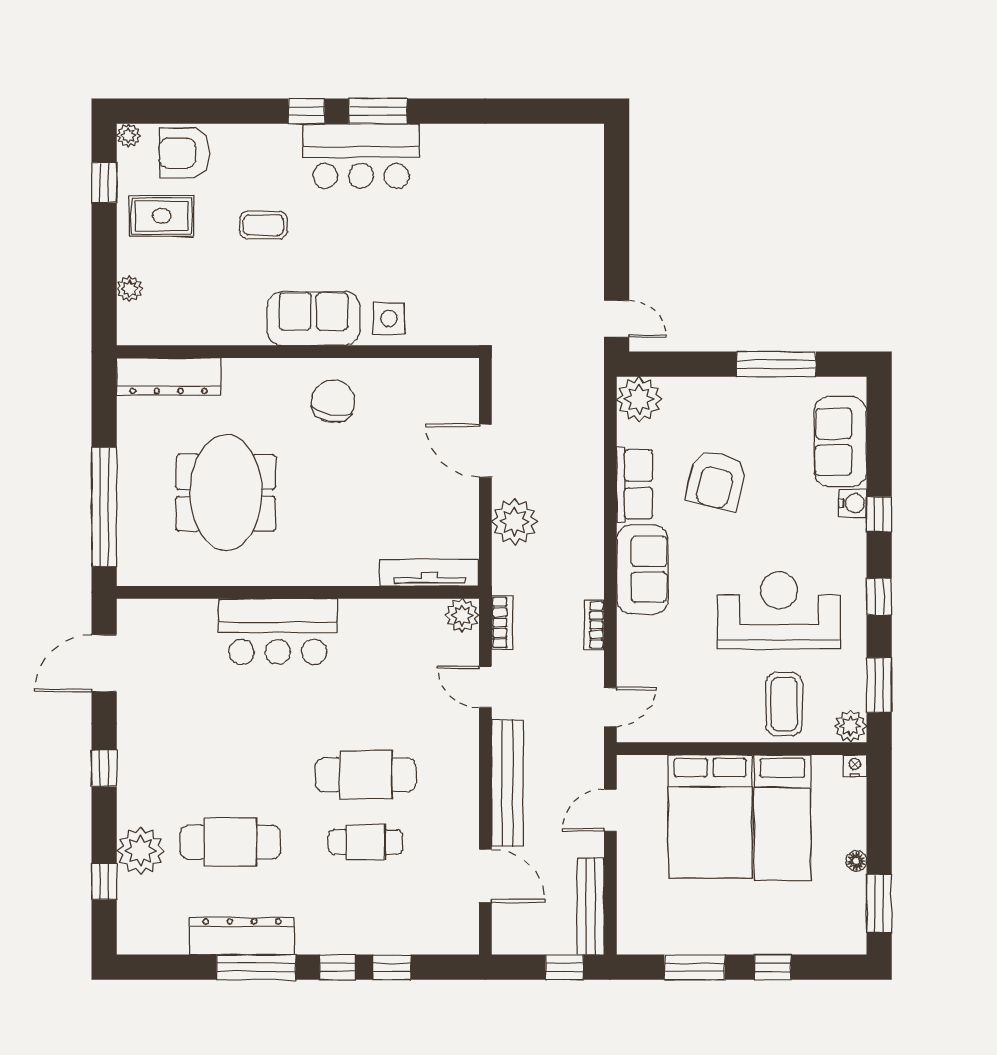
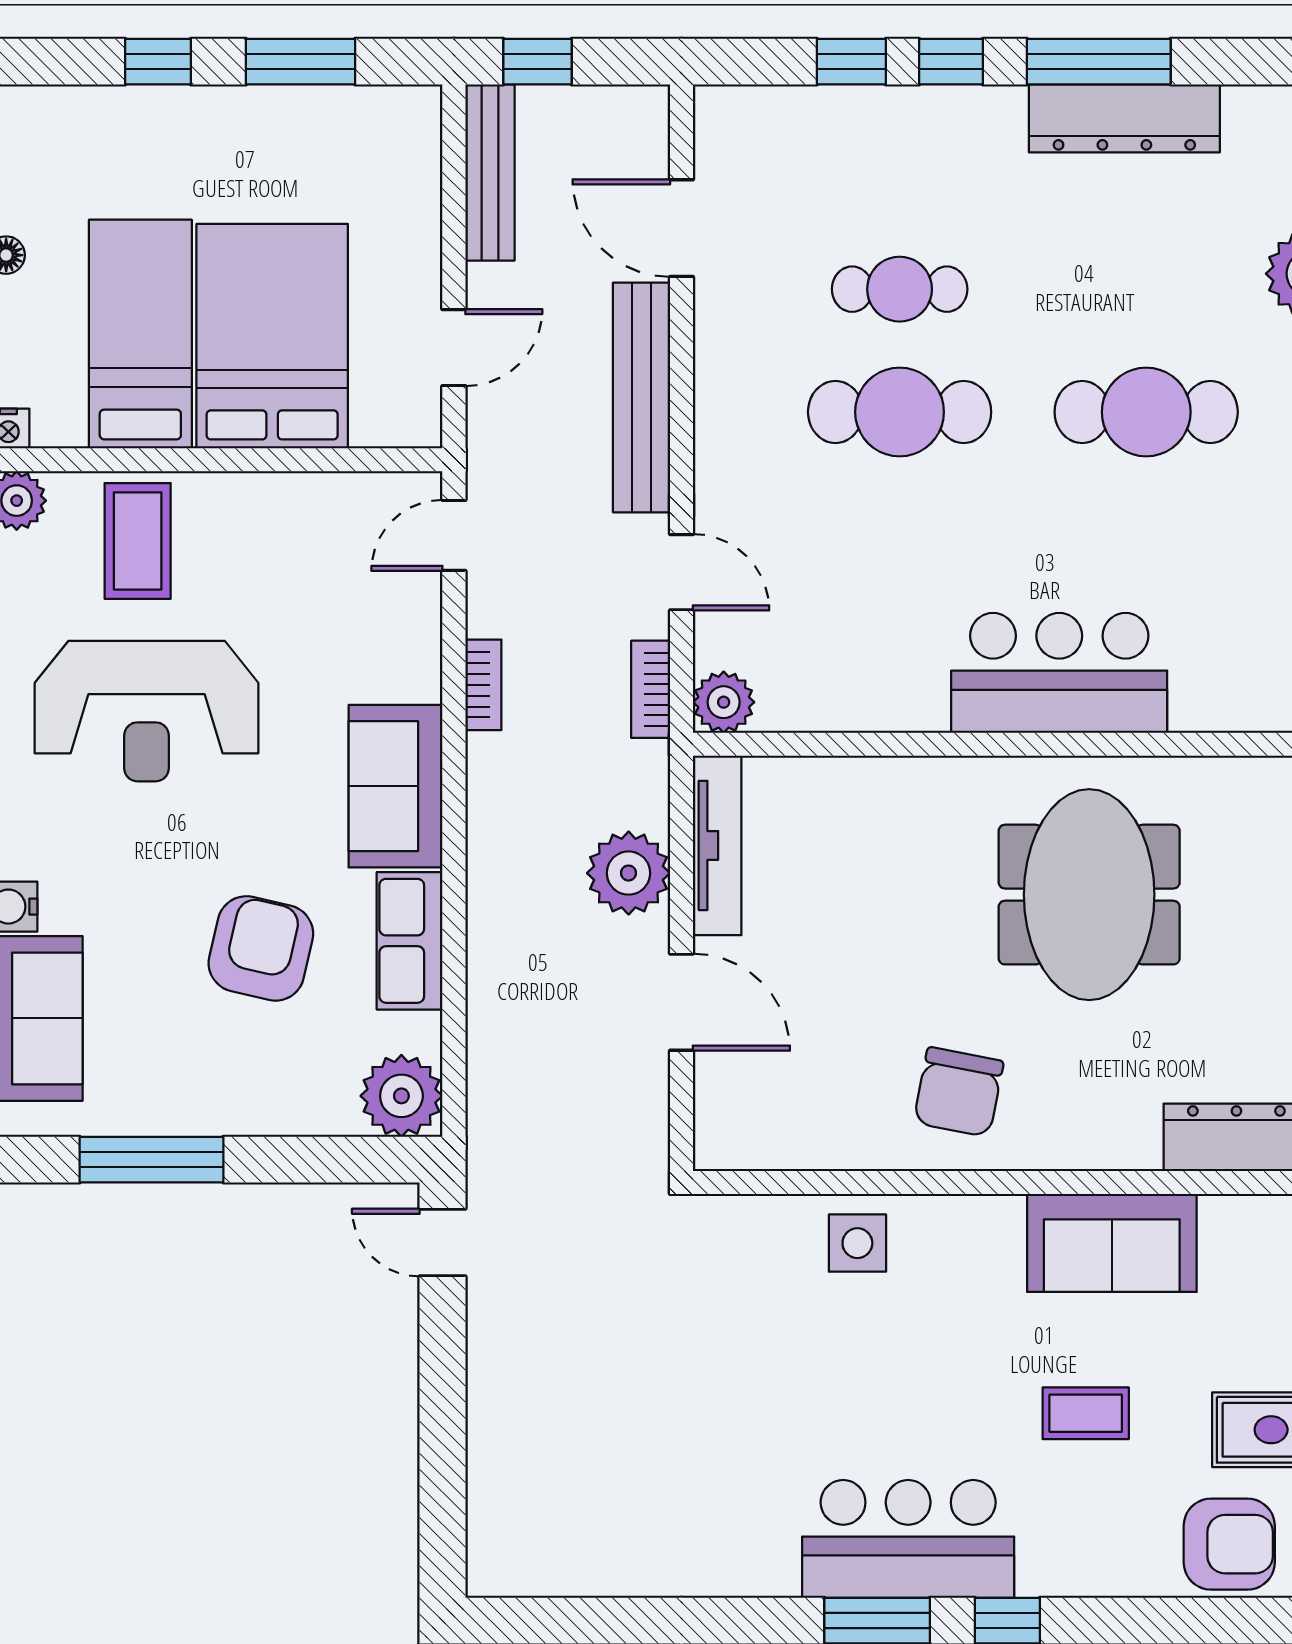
sofa: (314, 318) -> (1112, 1243), moved
meeting table: (226, 493) -> (1089, 895), moved
tv unit: (429, 573) -> (717, 845), moved, turned -90
cafe table: (230, 842) -> (1146, 412), moved

